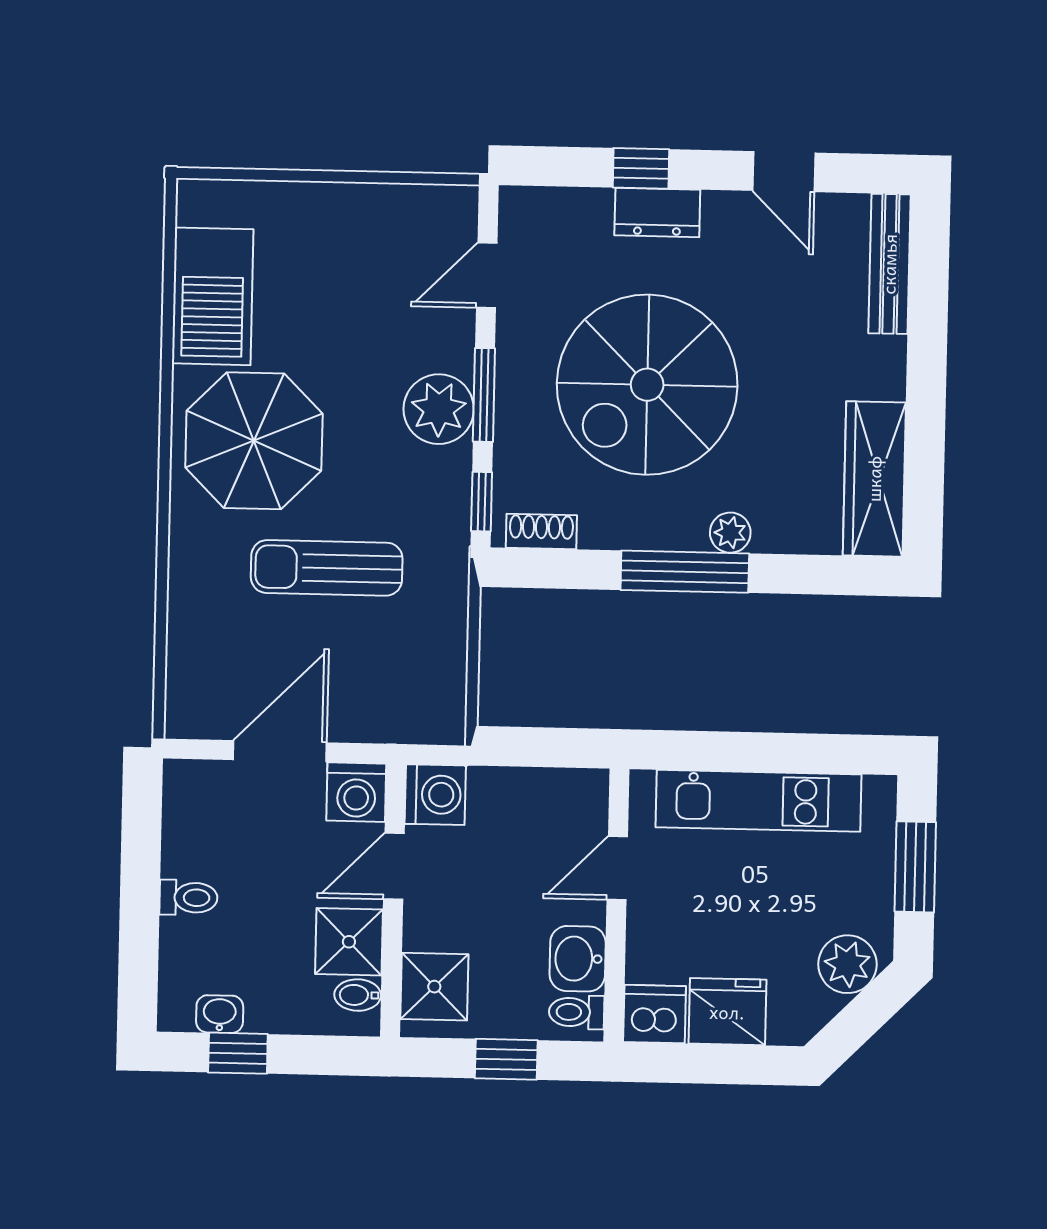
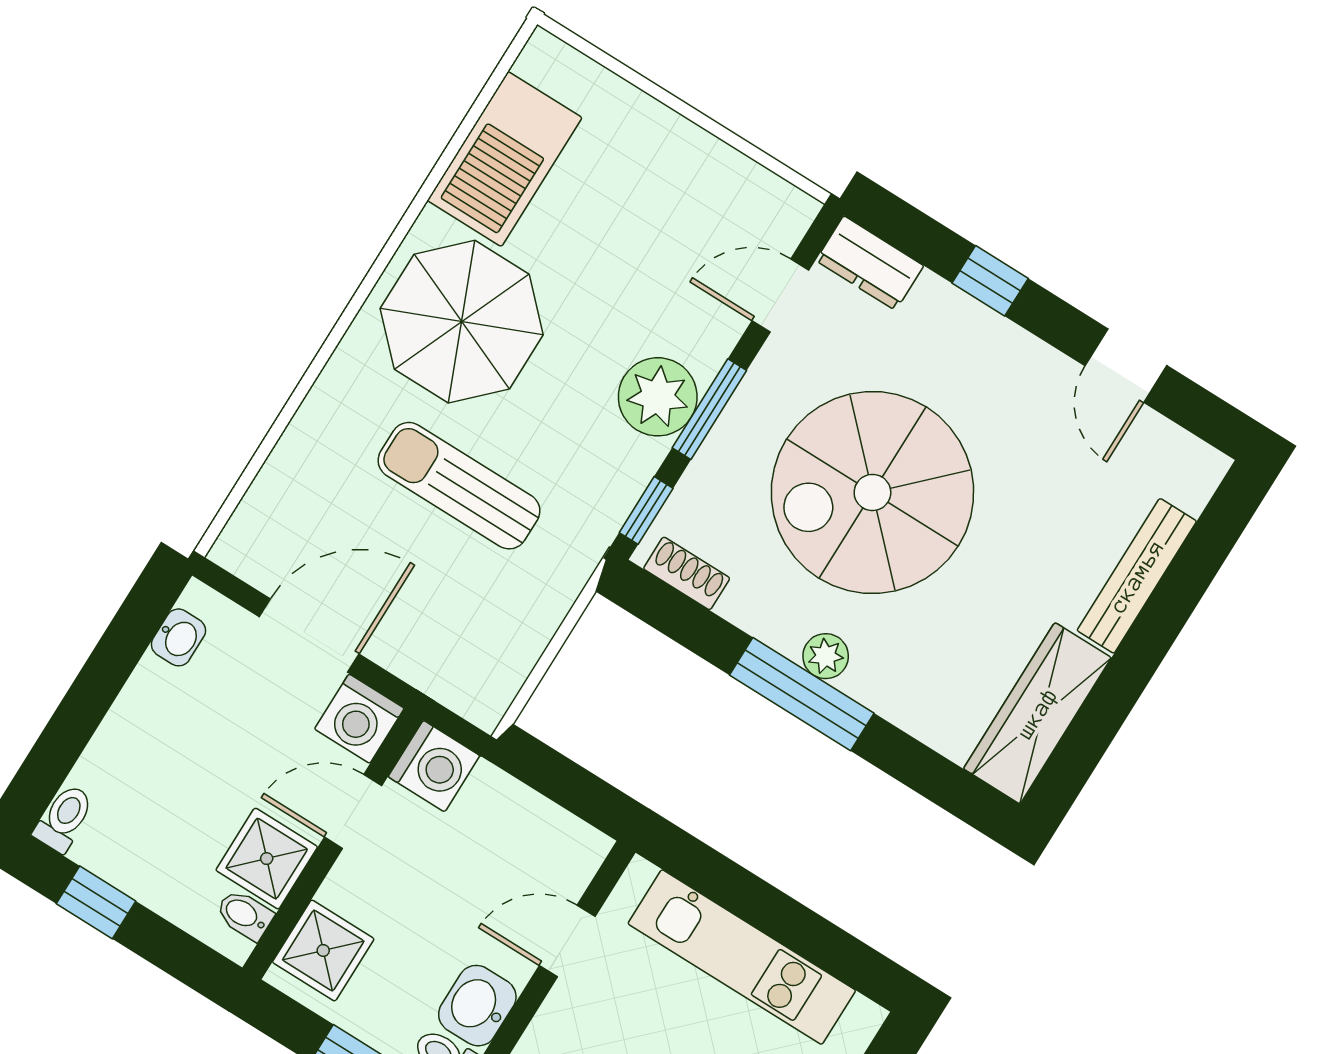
dresser: (657, 212) -> (870, 263), moved
bench: (889, 264) -> (1137, 576), moved
plant: (730, 533) -> (826, 656), moved
toilet: (188, 898) -> (64, 818), moved, turned -90
washbasin: (220, 1014) -> (178, 637), moved, turned 90

